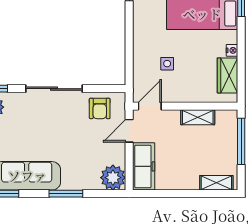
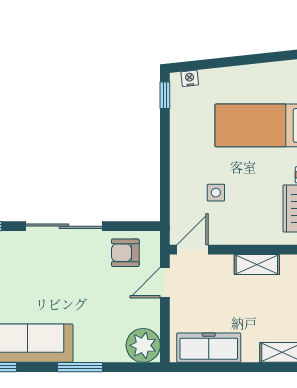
armchair: (100, 108) -> (125, 253), turned 90
freezer: (144, 166) -> (209, 348), moved, turned -90

